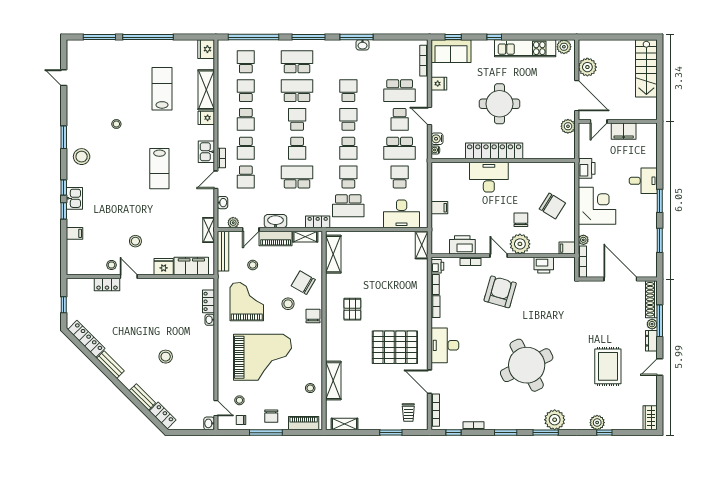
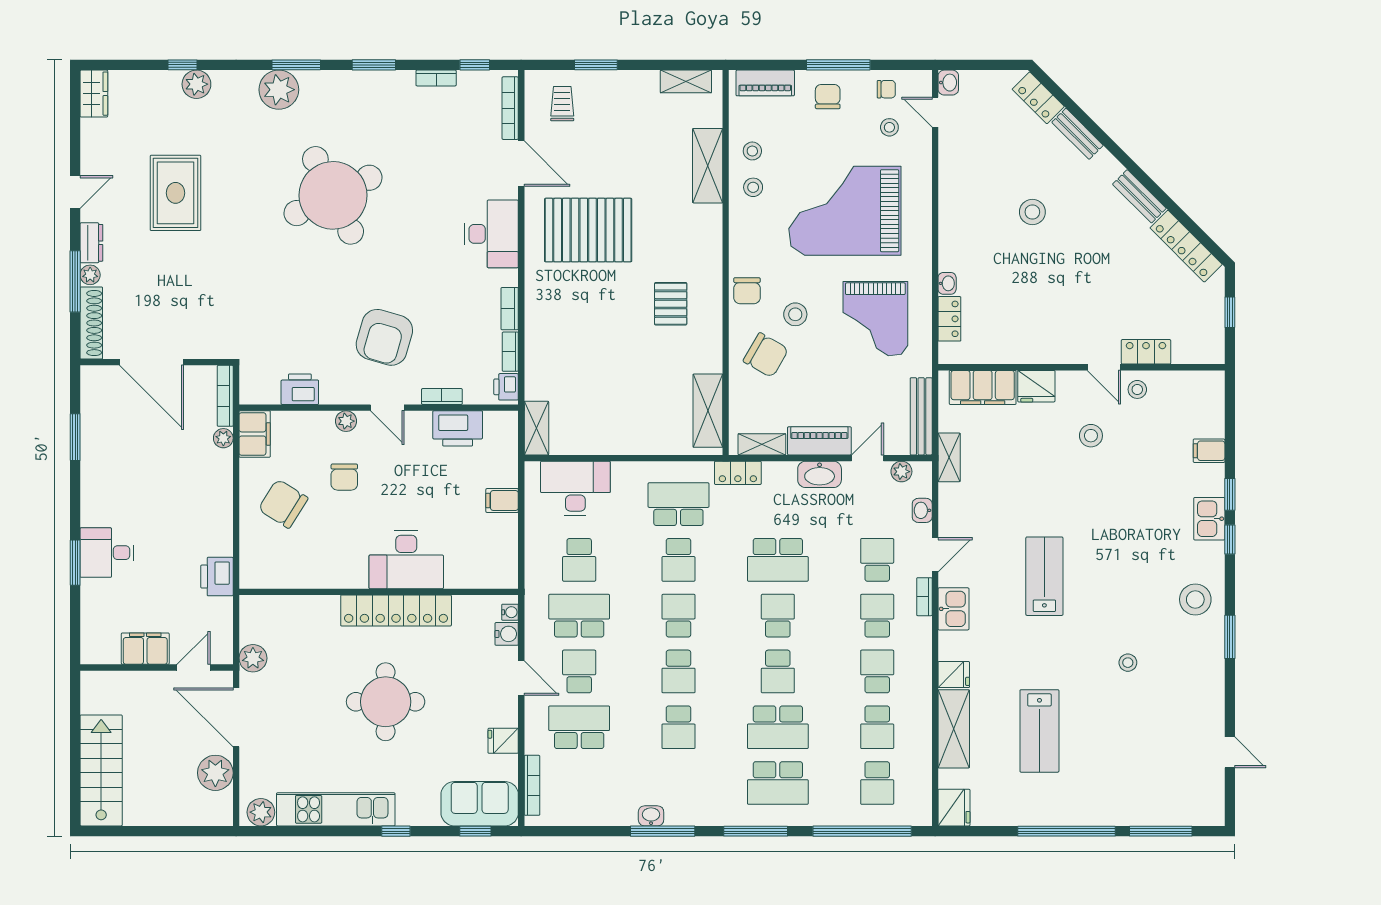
window: (660, 201) -> (75, 563), moved
corner desk: (597, 206) -> (197, 504), removed
plant: (520, 244) -> (346, 421), width x0.53, depth x0.53
filing cabinet: (567, 248) -> (255, 434), width x2.00
stool: (253, 265) -> (753, 187), moved

